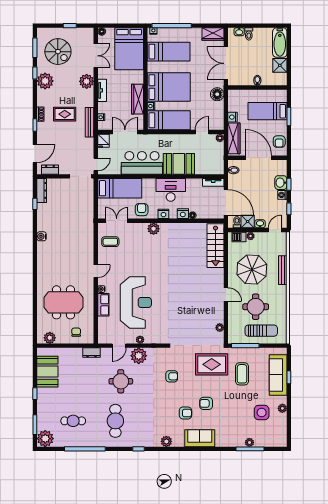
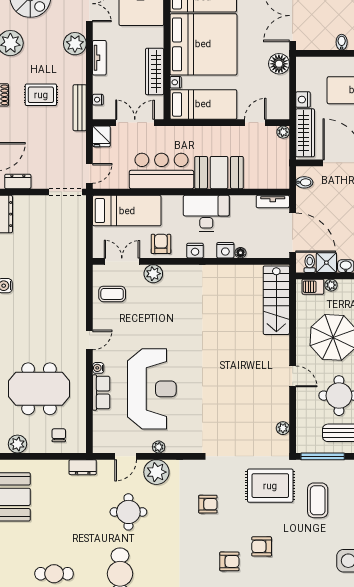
bed: (169, 87) -> (203, 44), width x1.36
plant: (154, 229) -> (153, 274), moved

